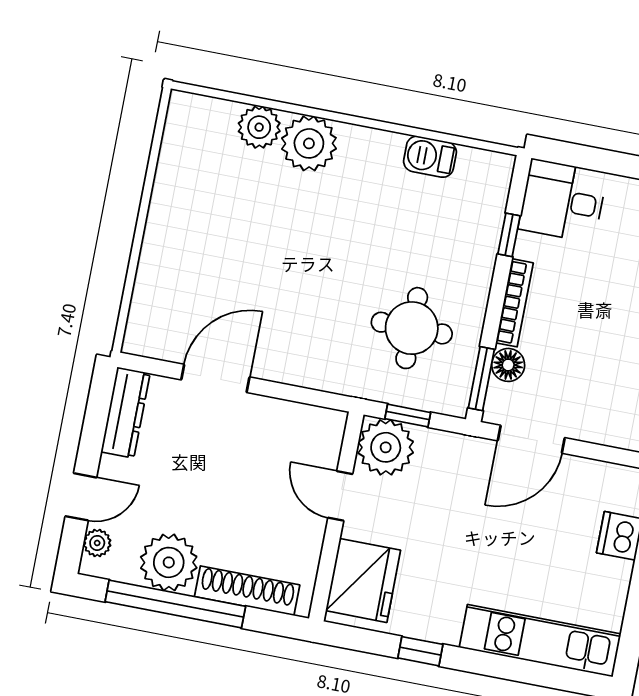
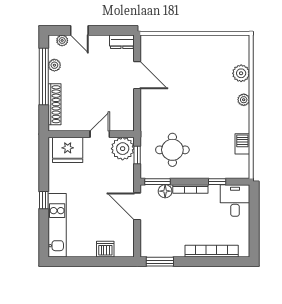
plant: (309, 143) -> (244, 100), width x0.53, depth x0.53
dresser: (125, 413) -> (122, 42), width x0.70
plant: (169, 562) -> (54, 65), width x0.53, depth x0.53
window: (420, 651) -> (44, 200), moved

